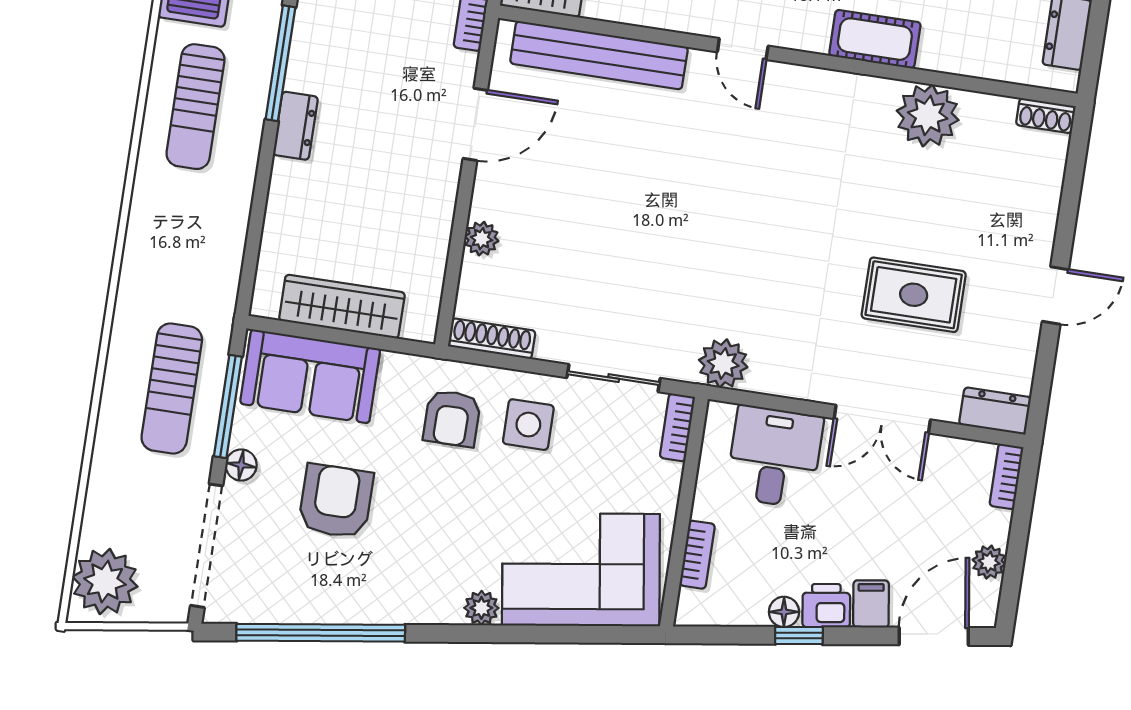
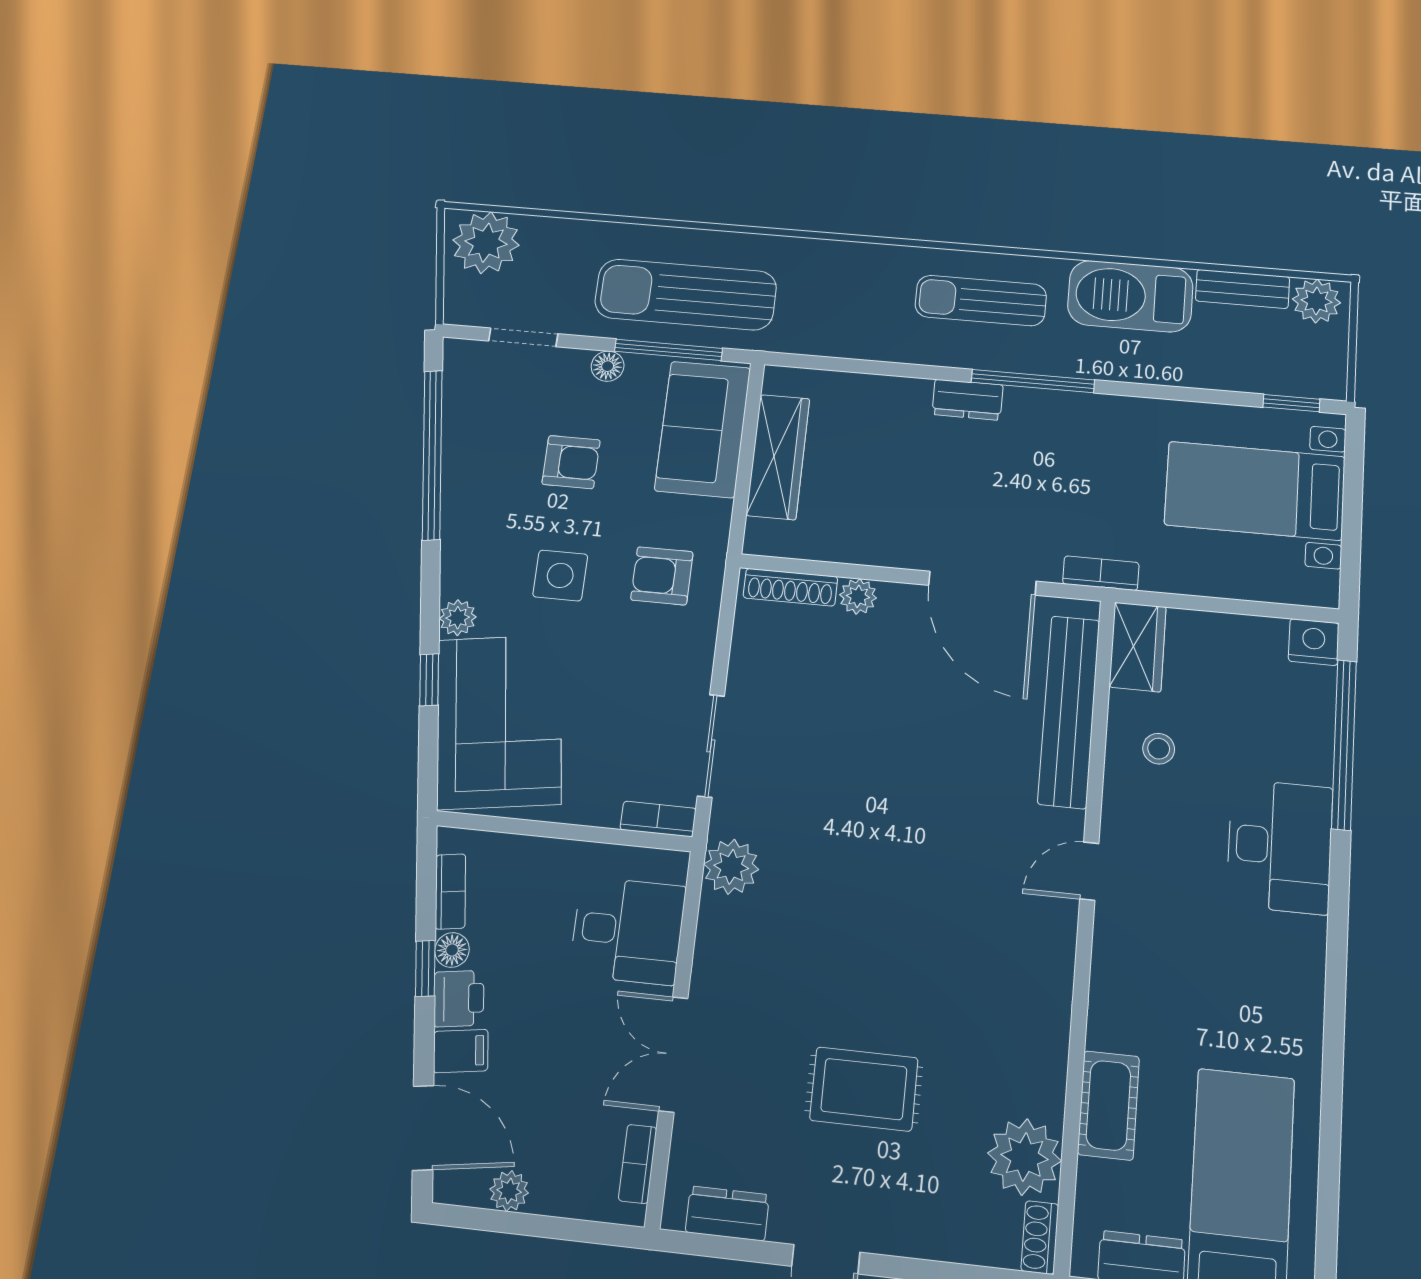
cot: (875, 39) -> (1108, 1105), moved
plant: (928, 115) -> (1024, 1157), moved
door: (475, 124) -> (982, 583), width x1.36
rug: (914, 295) -> (864, 1089), moved, turned 90
shoe rack: (492, 338) -> (790, 587), moved, turned 90
sun lounger: (172, 389) -> (686, 295), width x1.36, depth x1.34
dresser: (995, 411) -> (727, 1213), moved, turned -90
side table: (528, 425) -> (560, 575), moved
bookcase: (1006, 476) -> (638, 1164), moved, turned -90
armchair: (336, 501) -> (571, 462), width x0.72, depth x0.72
doorway: (207, 546) -> (523, 337), width x0.53
bookcase: (697, 555) -> (450, 891), moved, turned -98
window: (539, 634) -> (429, 680), added

